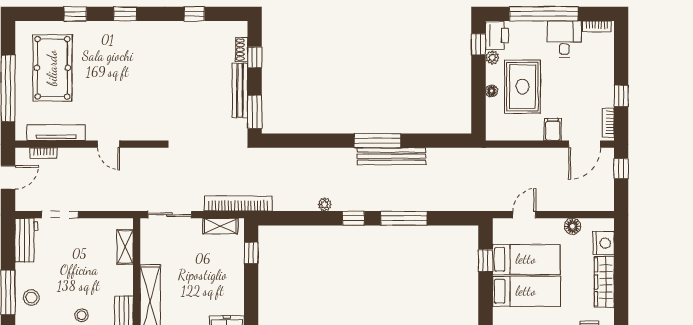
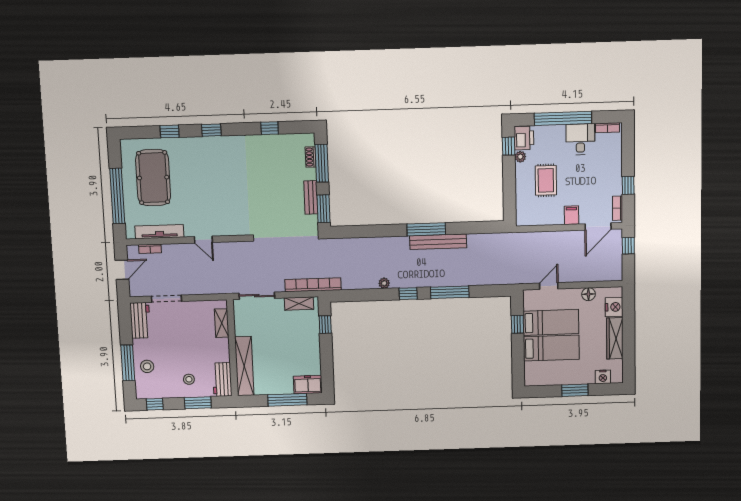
window: (255, 57) -> (322, 163), width x2.17
rug: (522, 87) -> (546, 180), width x0.73, depth x0.70
bench: (240, 90) -> (311, 197), width x0.73
floor lamp: (492, 91) -> (520, 185), removed

